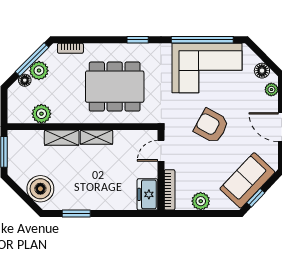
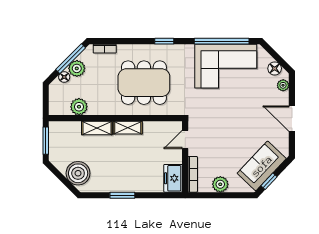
armchair: (211, 126) -> (230, 118), removed
window: (76, 214) -> (122, 195), moved

